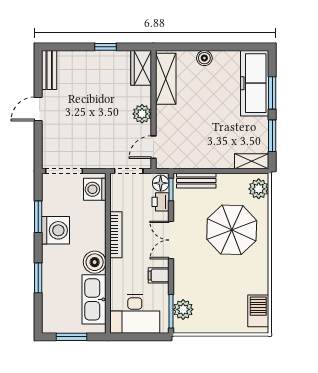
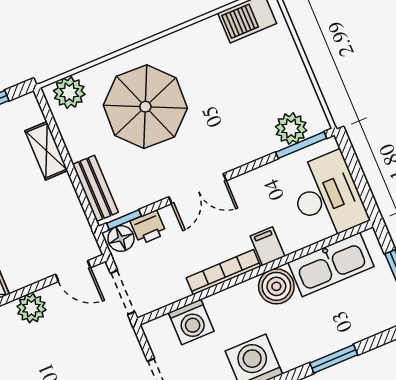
shelving: (252, 161) -> (46, 151), moved
washing machine: (95, 189) -> (191, 322), moved
filing cabinet: (159, 275) -> (268, 246), moved, turned 180

